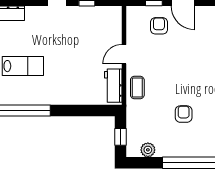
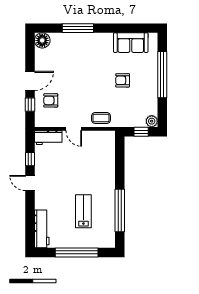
workbench: (113, 86) -> (48, 138), moved
plant: (148, 150) -> (152, 121), moved

